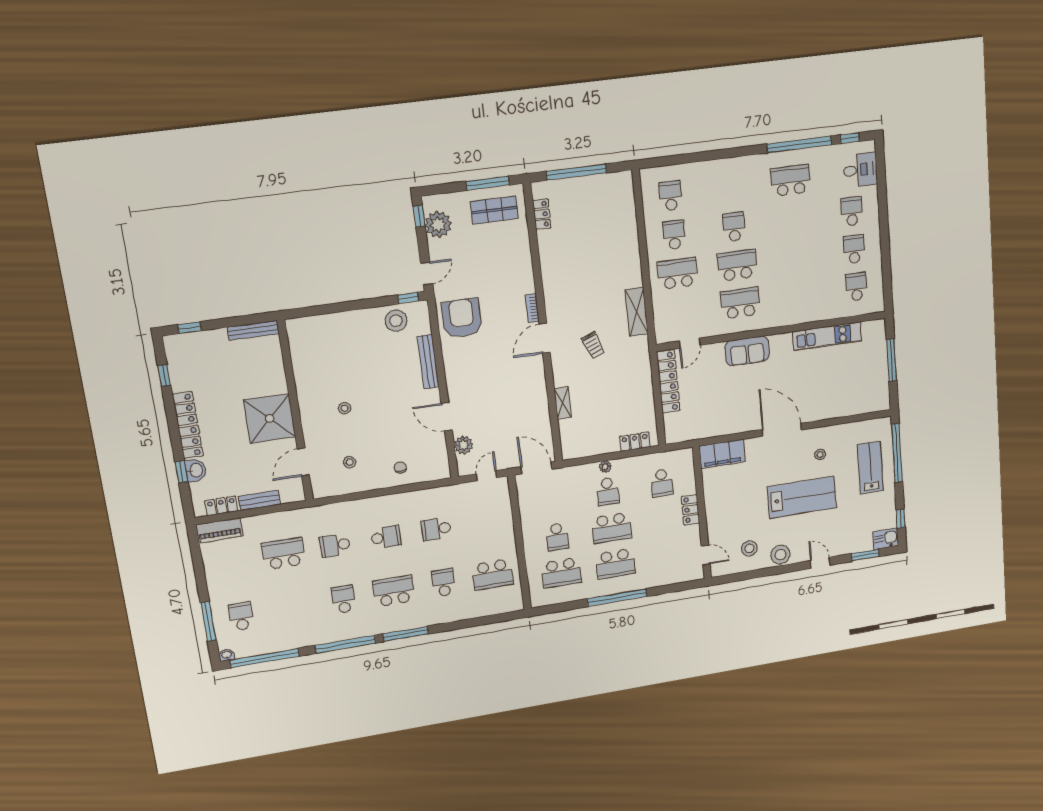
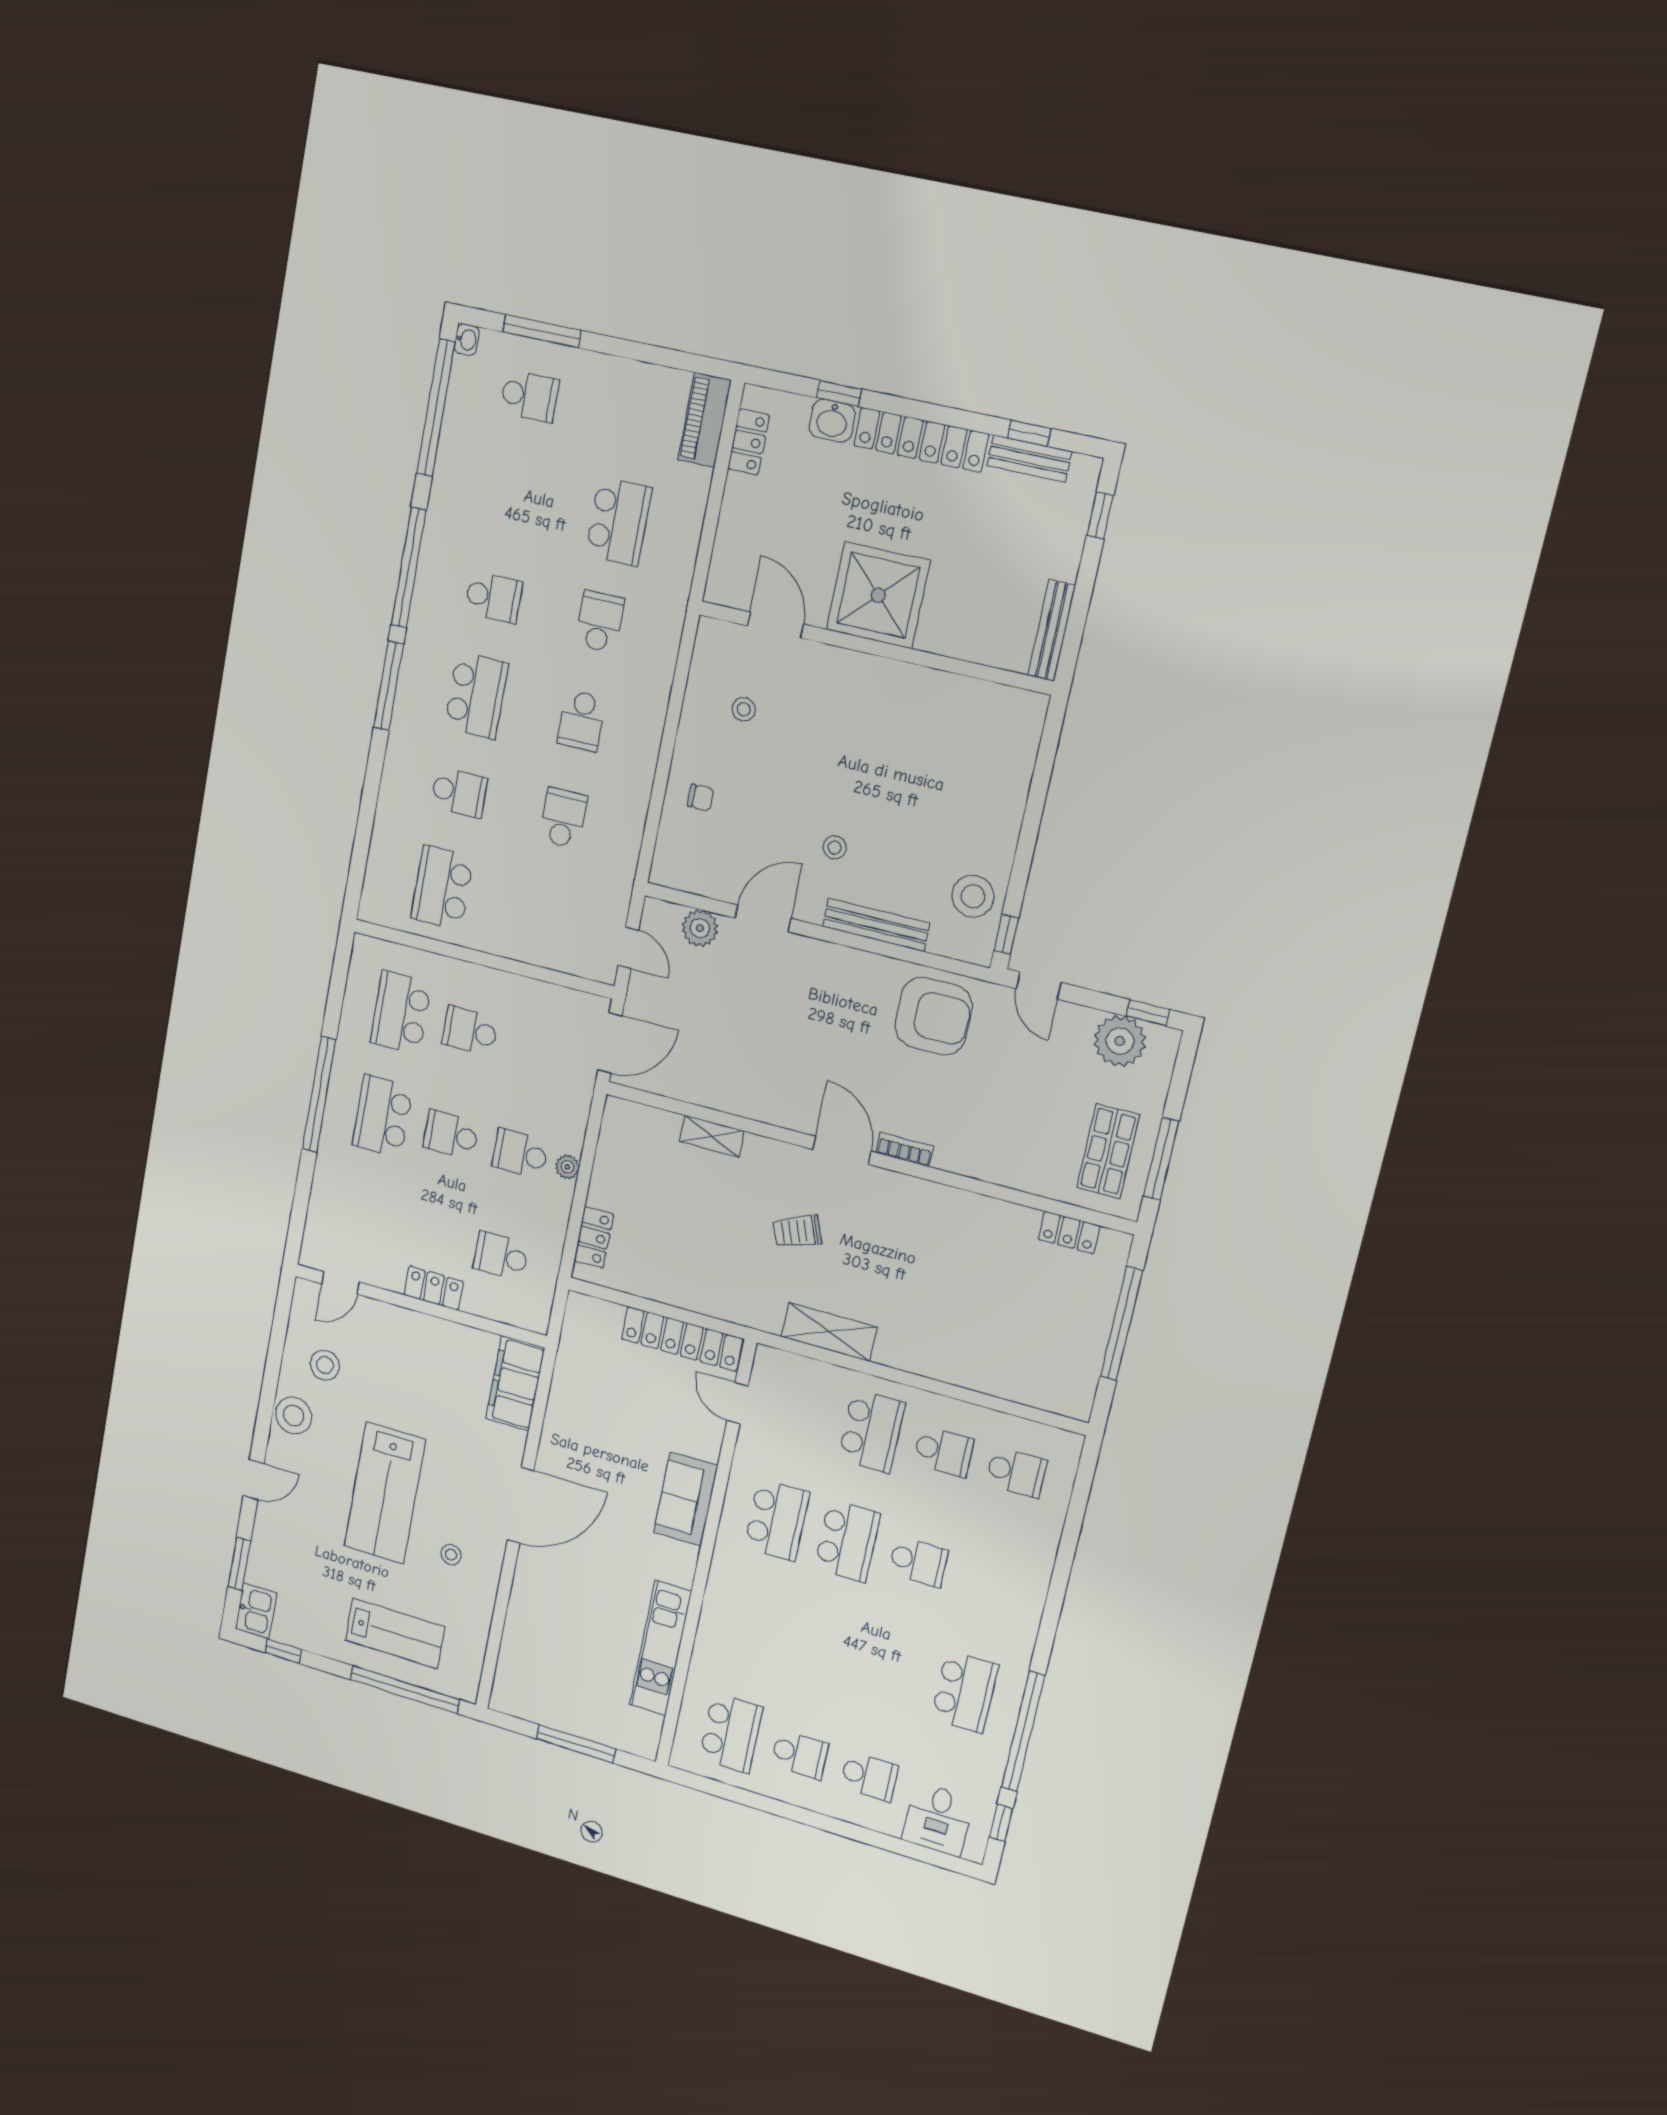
school desk: (856, 287) -> (731, 1733), width x1.85
stool: (345, 408) -> (835, 847), moved
bench: (259, 500) -> (1029, 459), moved, turned 90
school desk: (612, 528) -> (451, 1135), width x0.54

